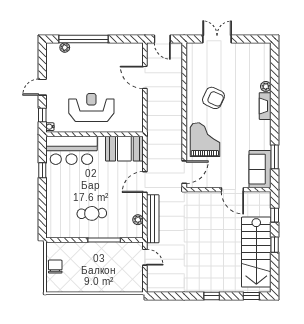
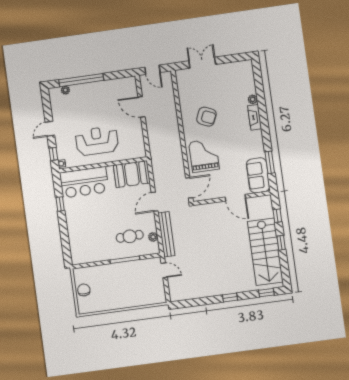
cafe table: (92, 213) -> (130, 236), moved

